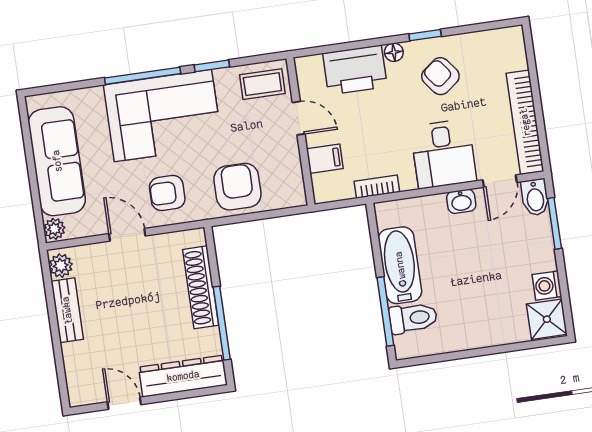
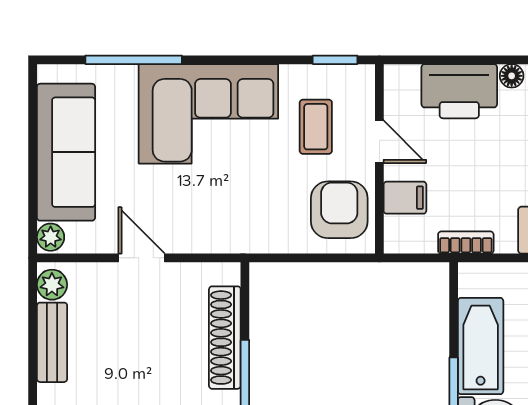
window: (212, 66) -> (335, 60), moved
window: (143, 76) -> (134, 60), moved
coffee table: (262, 84) -> (316, 127), moved, turned 90
armchair: (237, 187) -> (339, 210), moved
armchair: (167, 193) -> (200, 212), removed

